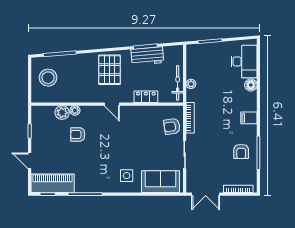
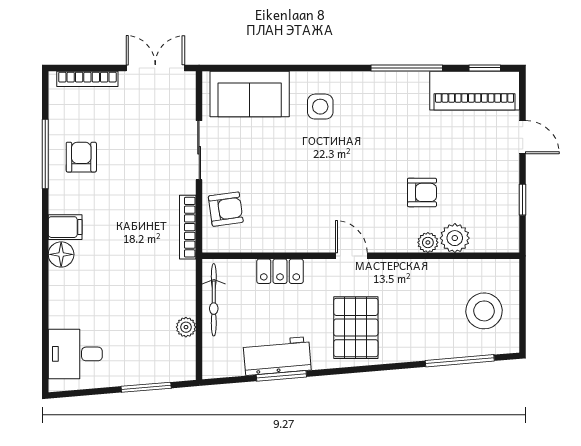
desk: (244, 61) -> (75, 354), width x0.73
plant: (191, 84) -> (186, 327), moved
floor lamp: (251, 85) -> (61, 254), moved

